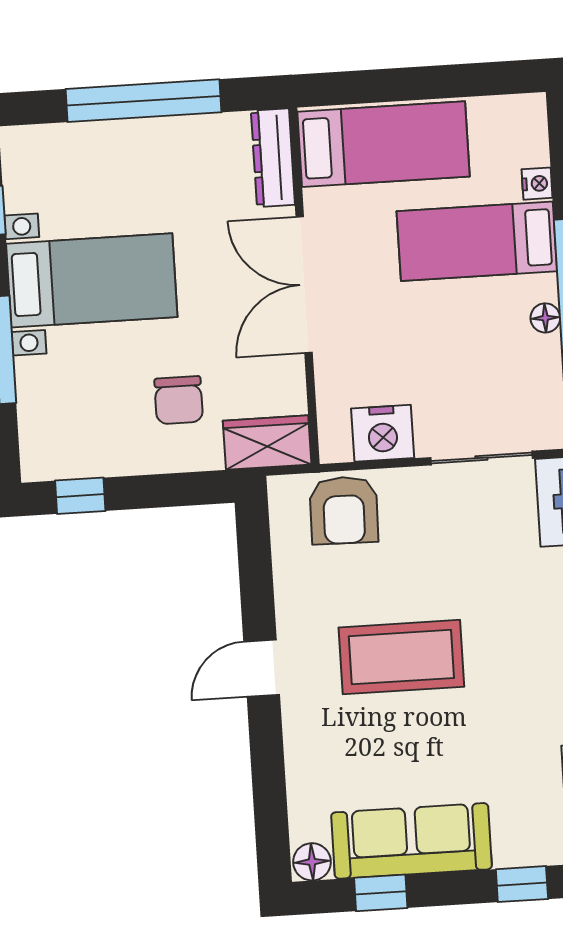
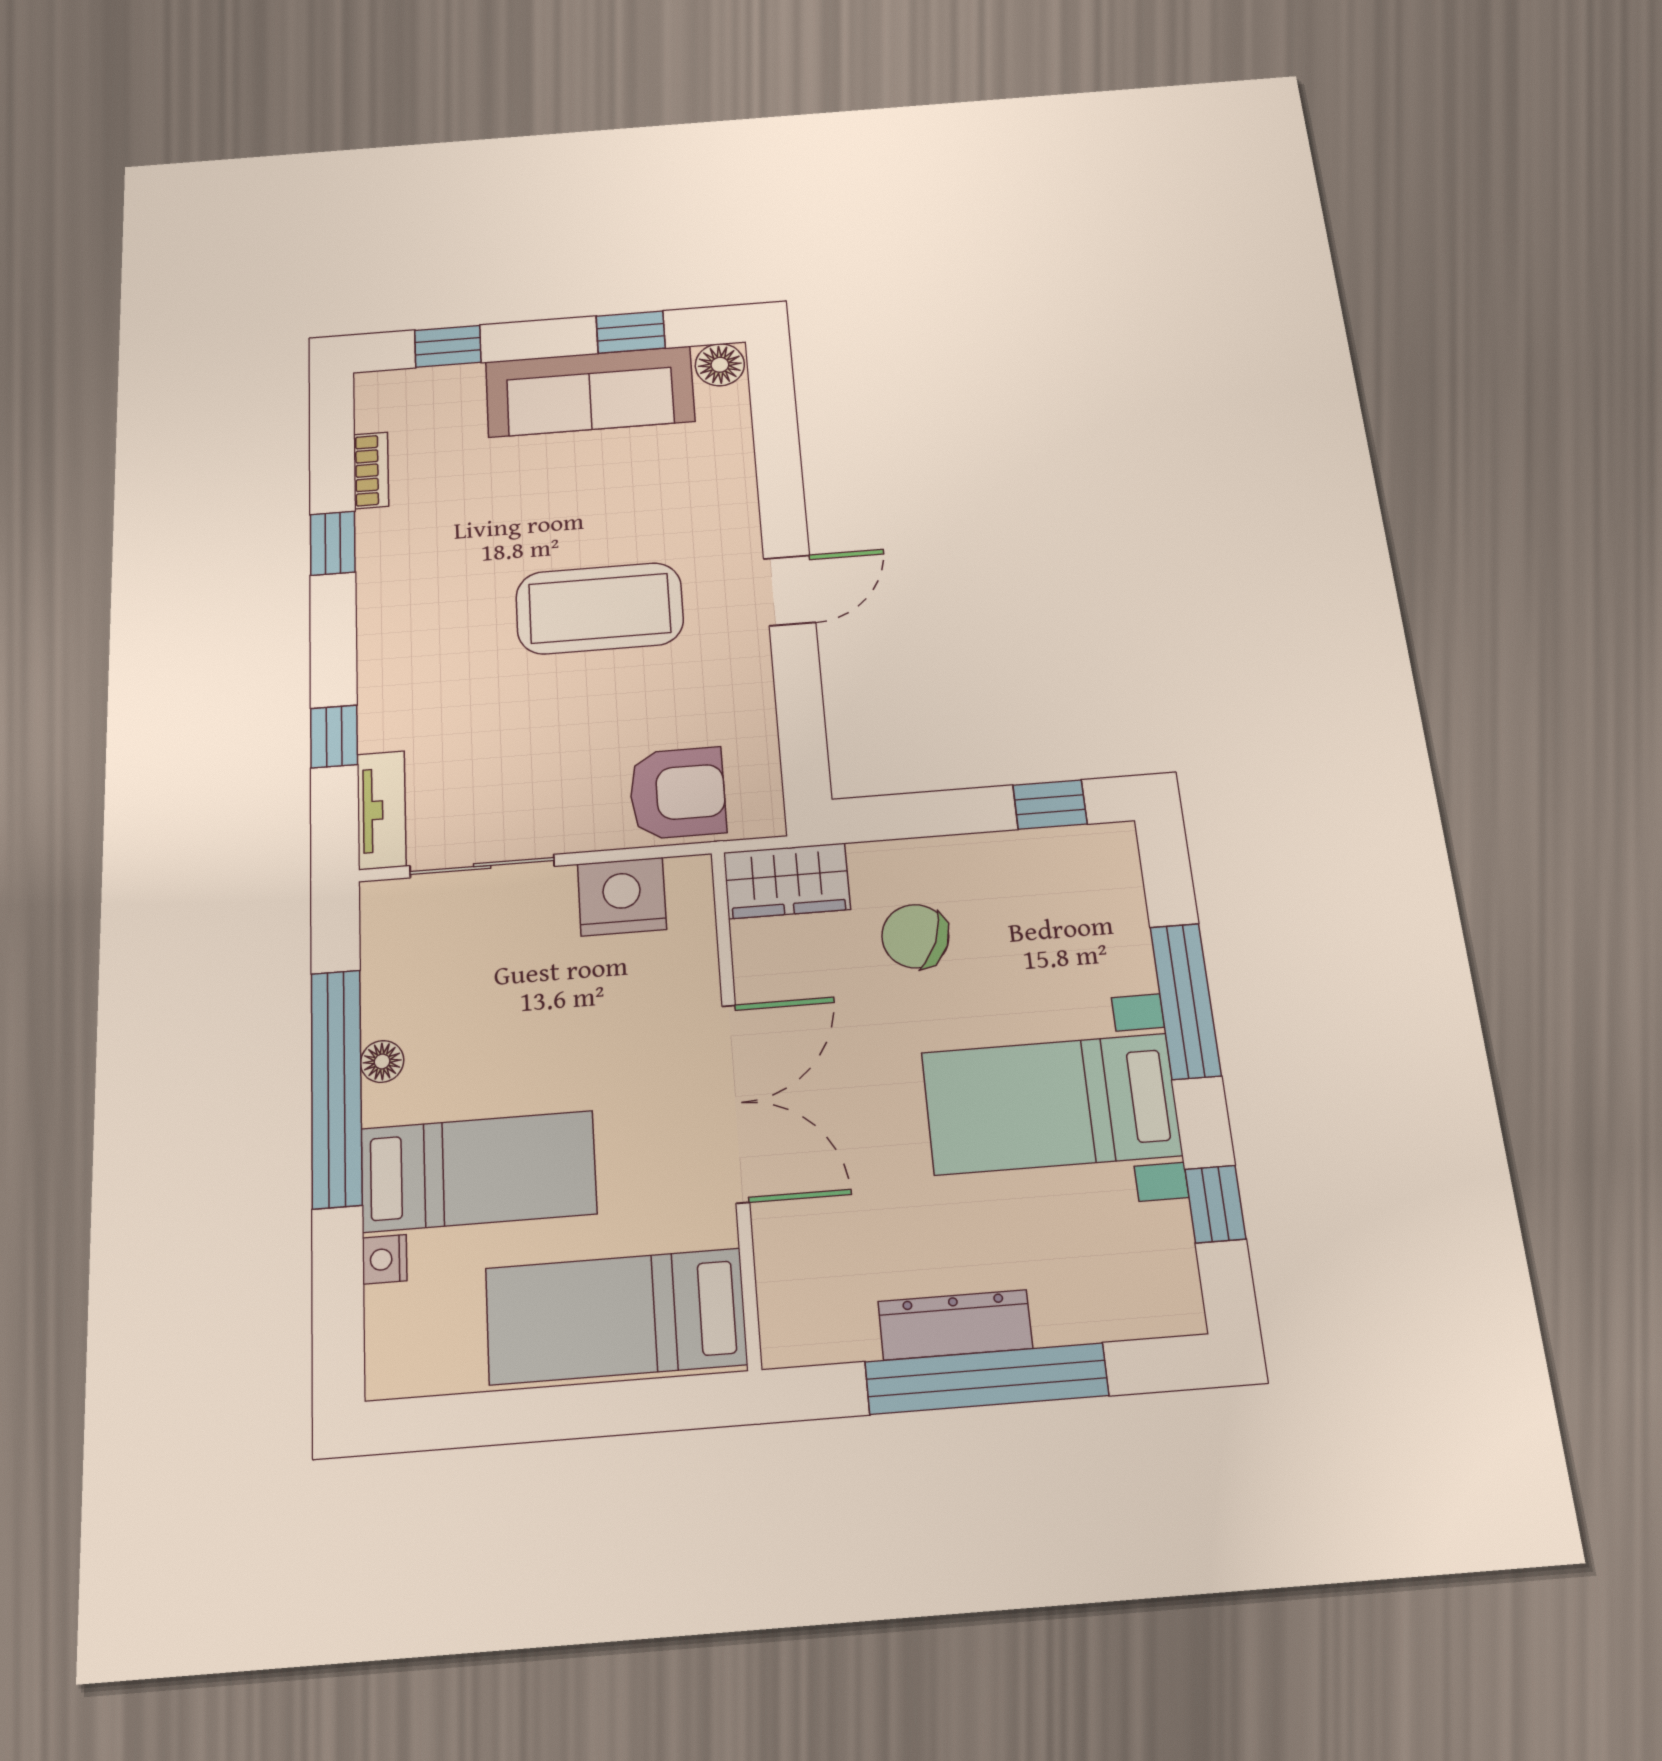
dresser: (273, 158) -> (955, 1325), moved, turned -90
chair: (179, 400) -> (915, 936), turned -68
armchair: (344, 510) -> (677, 793), turned 89

